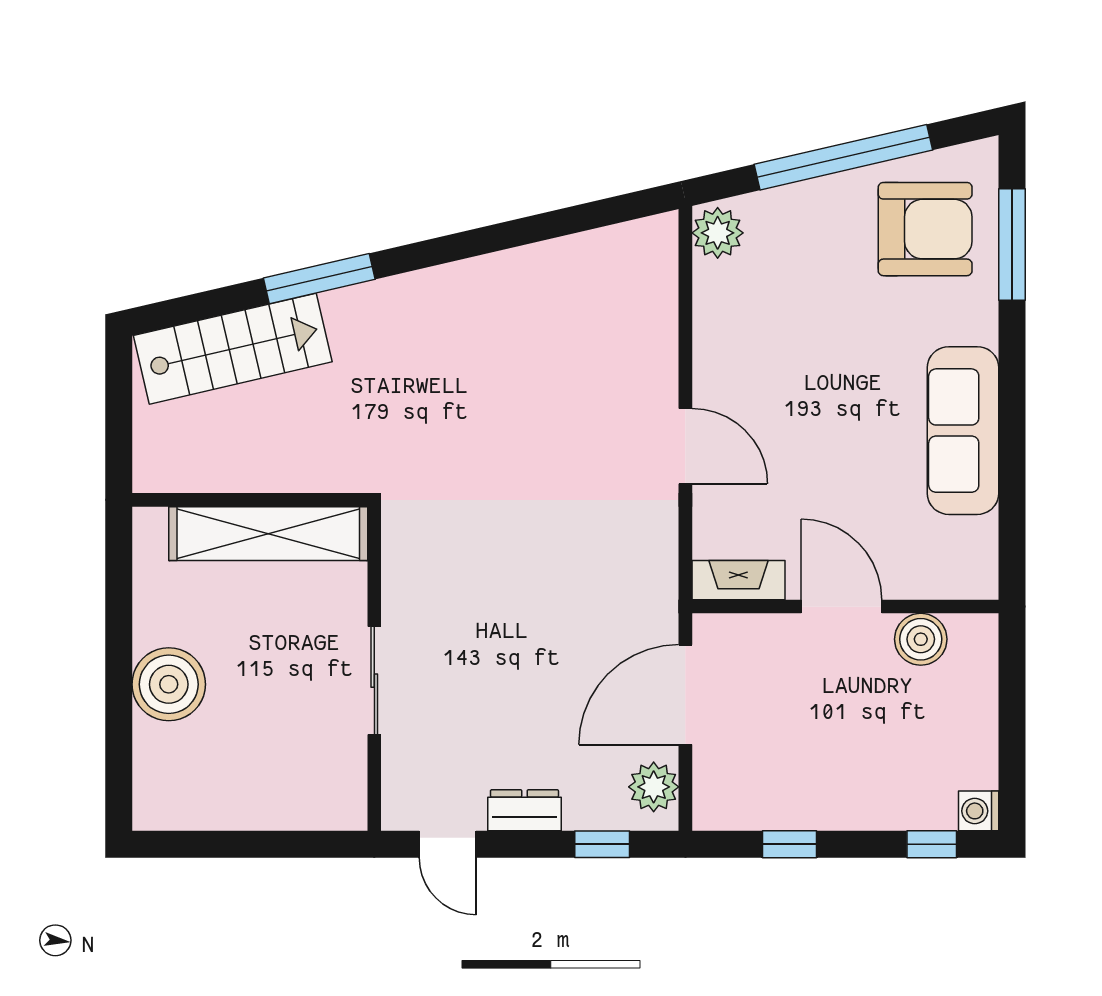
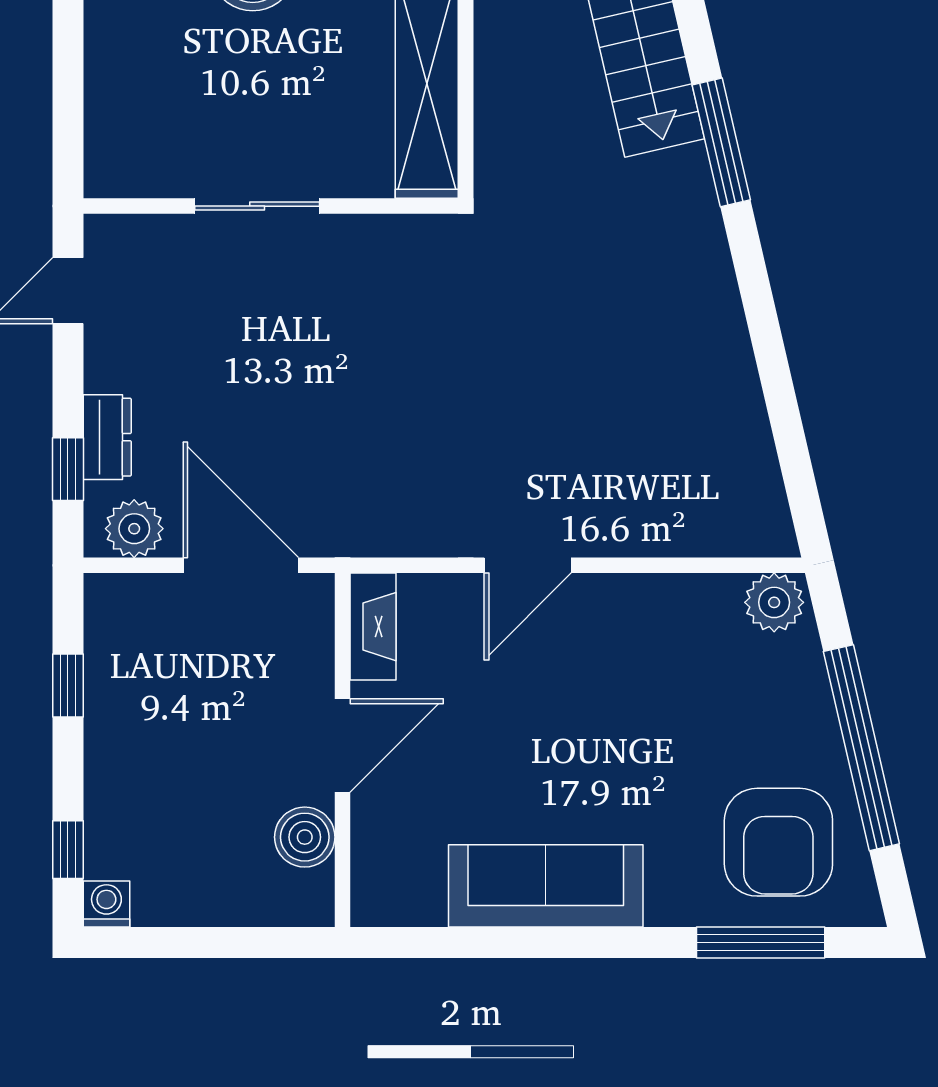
dresser: (524, 810) -> (107, 437), moved

